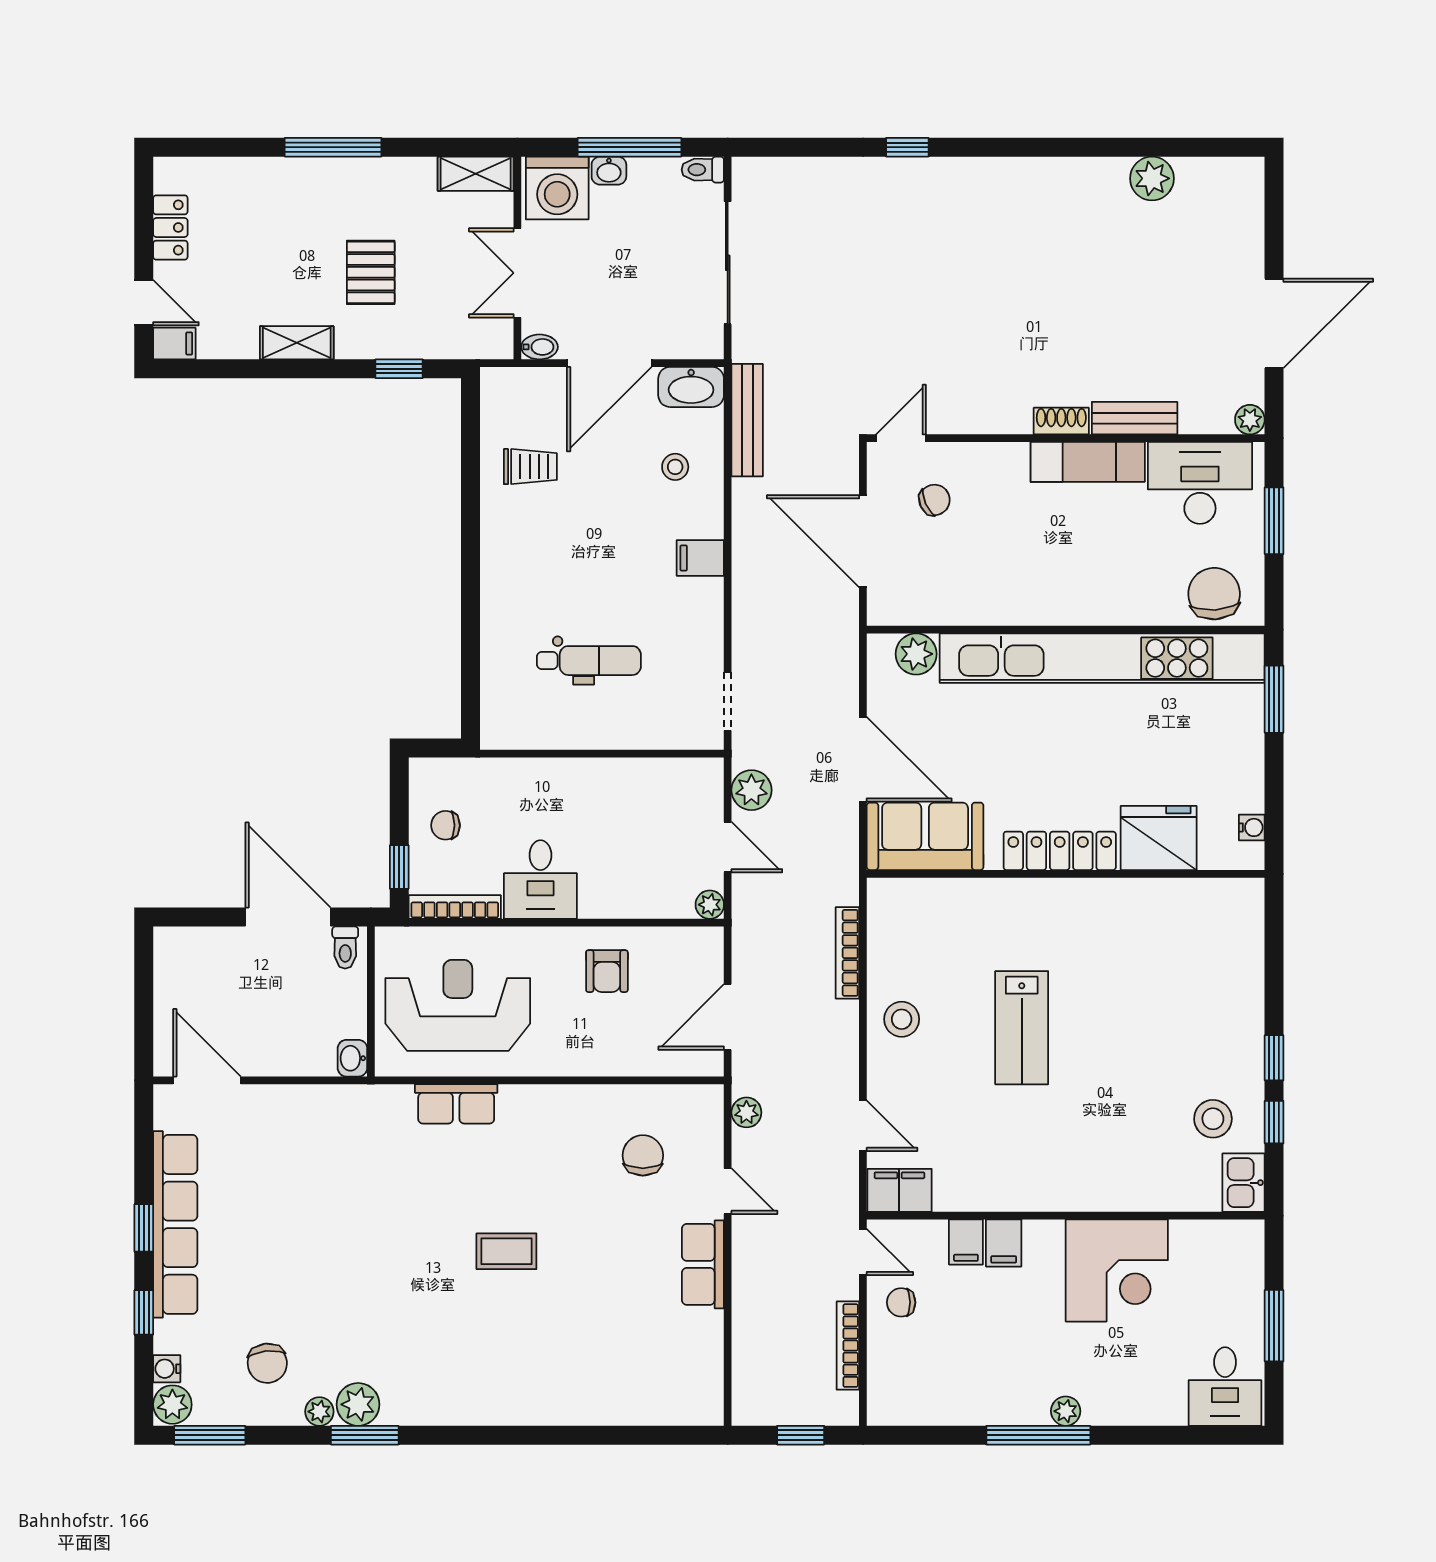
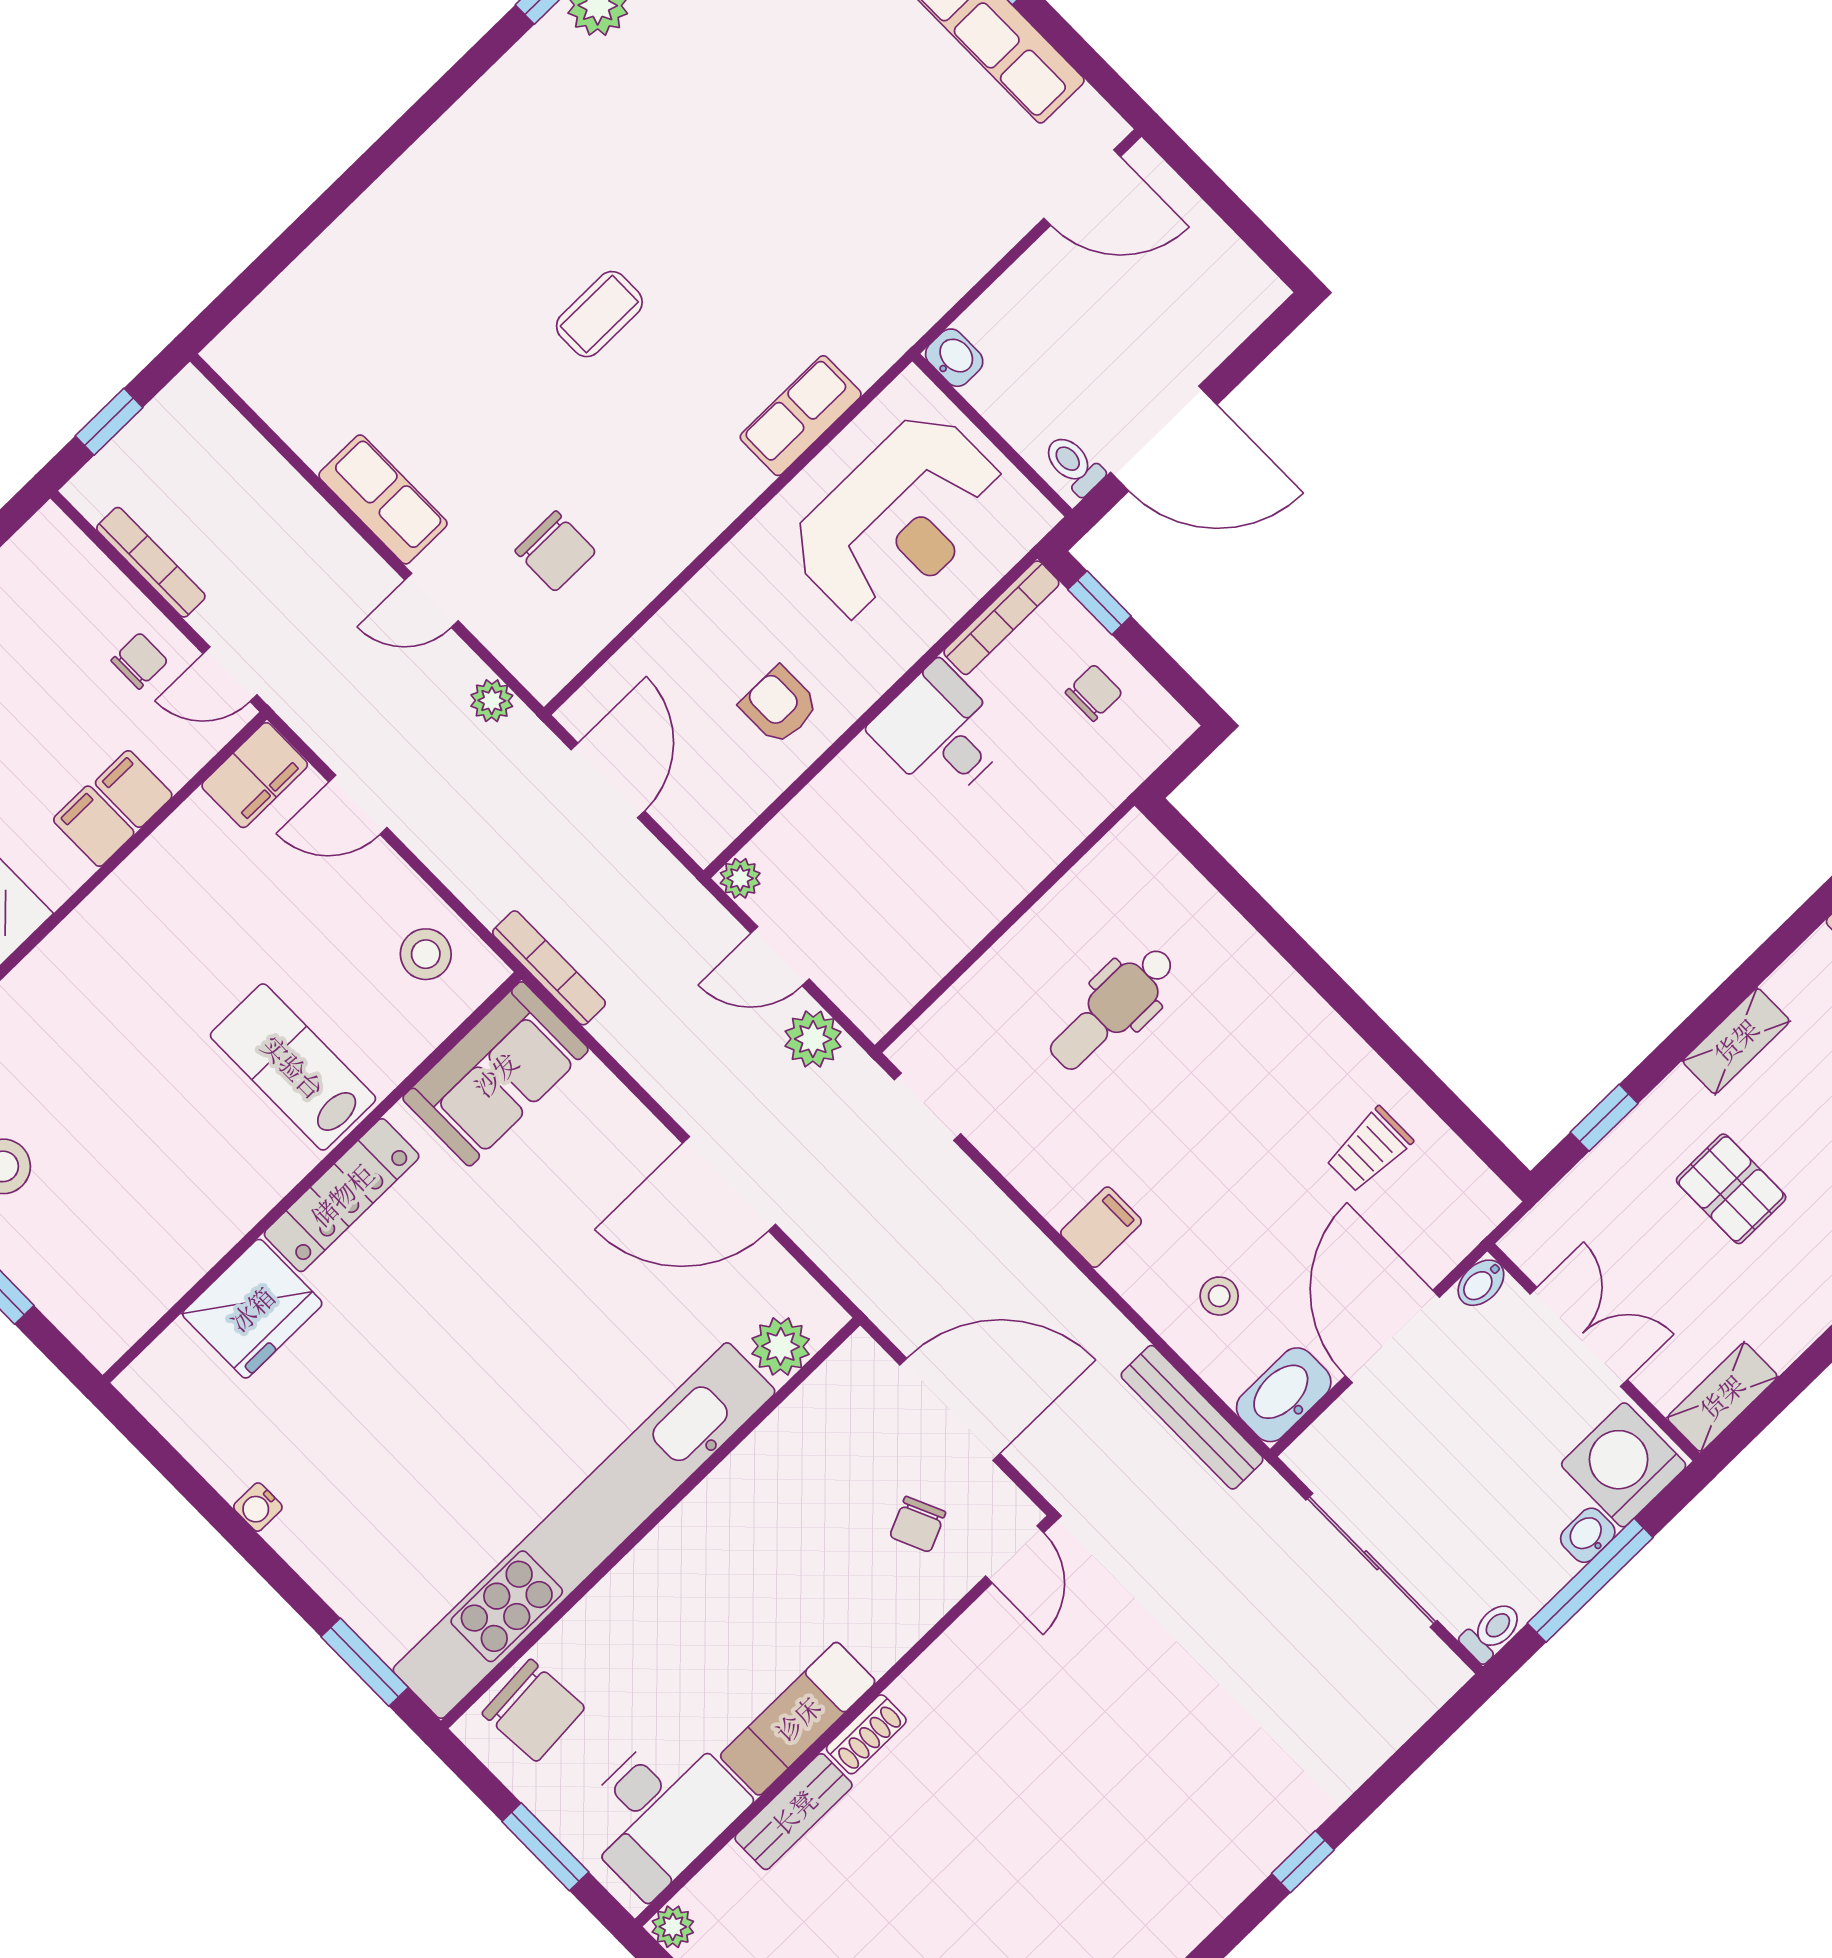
sofa: (925, 836) -> (496, 1074), moved
fridge: (1159, 838) -> (252, 1309), moved
locker: (1060, 851) -> (342, 1195), moved
wall: (1066, 874) -> (312, 1177), moved

